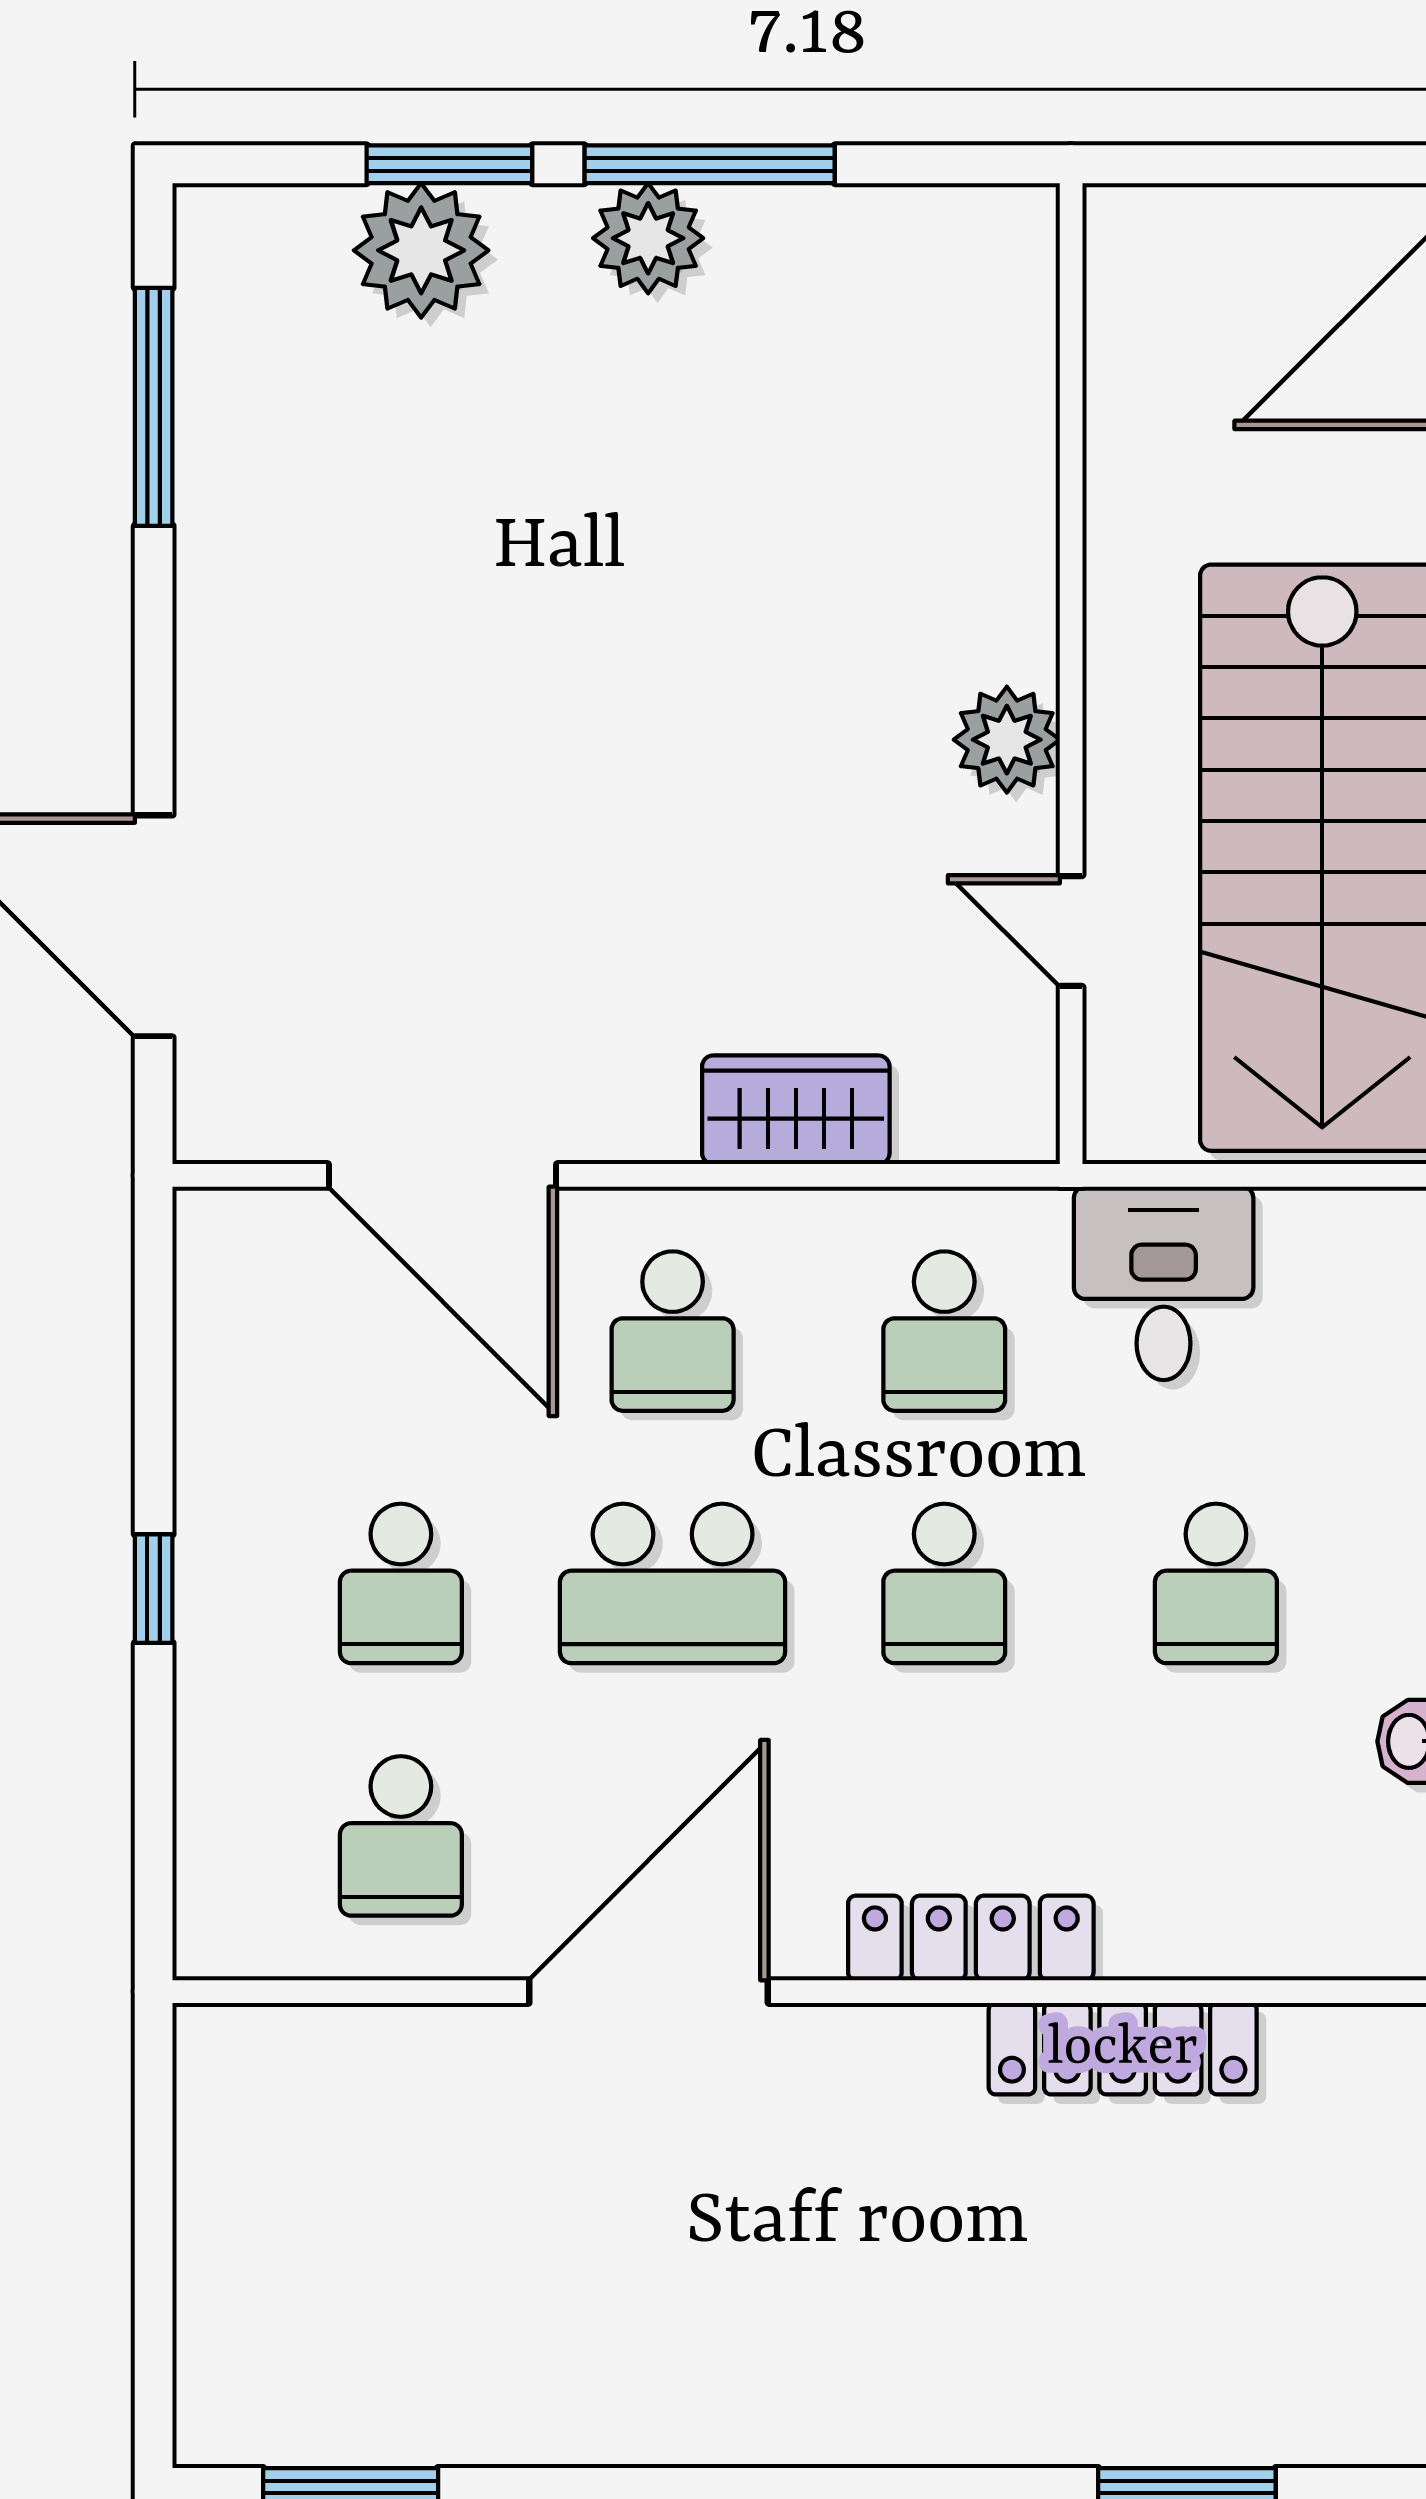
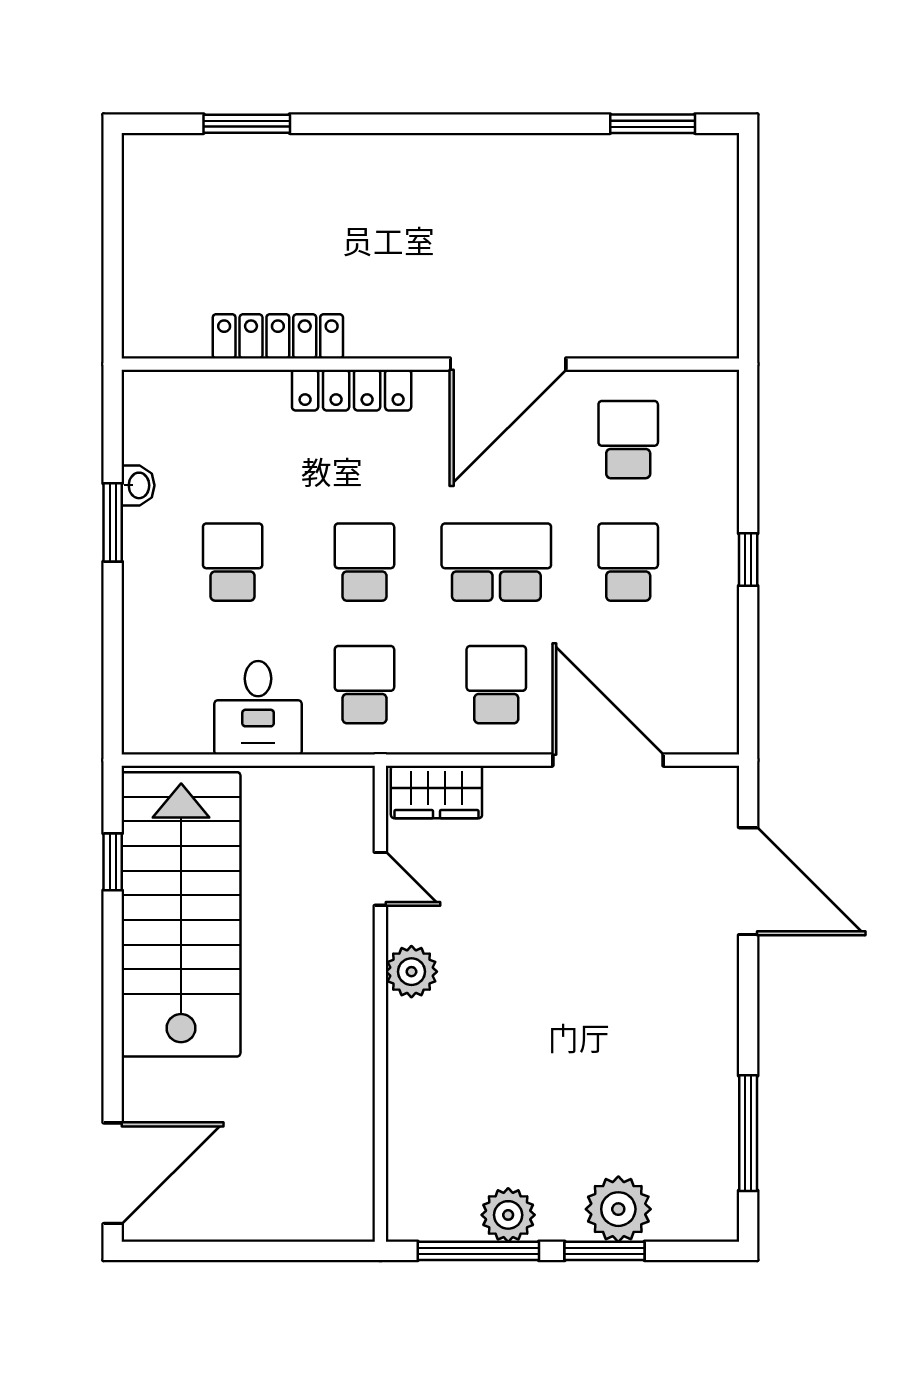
wall: (1071, 674) -> (380, 1004), moved
plant: (1007, 740) -> (411, 972), moved
door: (1071, 931) -> (380, 879), moved

